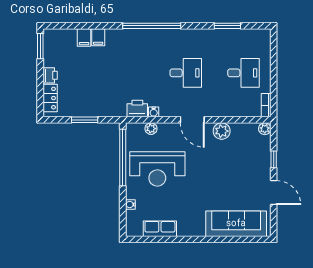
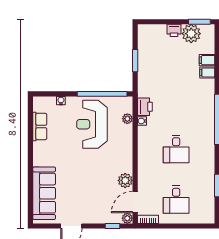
plant: (54, 56) -> (191, 34), added
locker: (50, 98) -> (154, 30), removed
door: (192, 120) -> (135, 202), moved
window: (274, 159) -> (112, 226), moved

